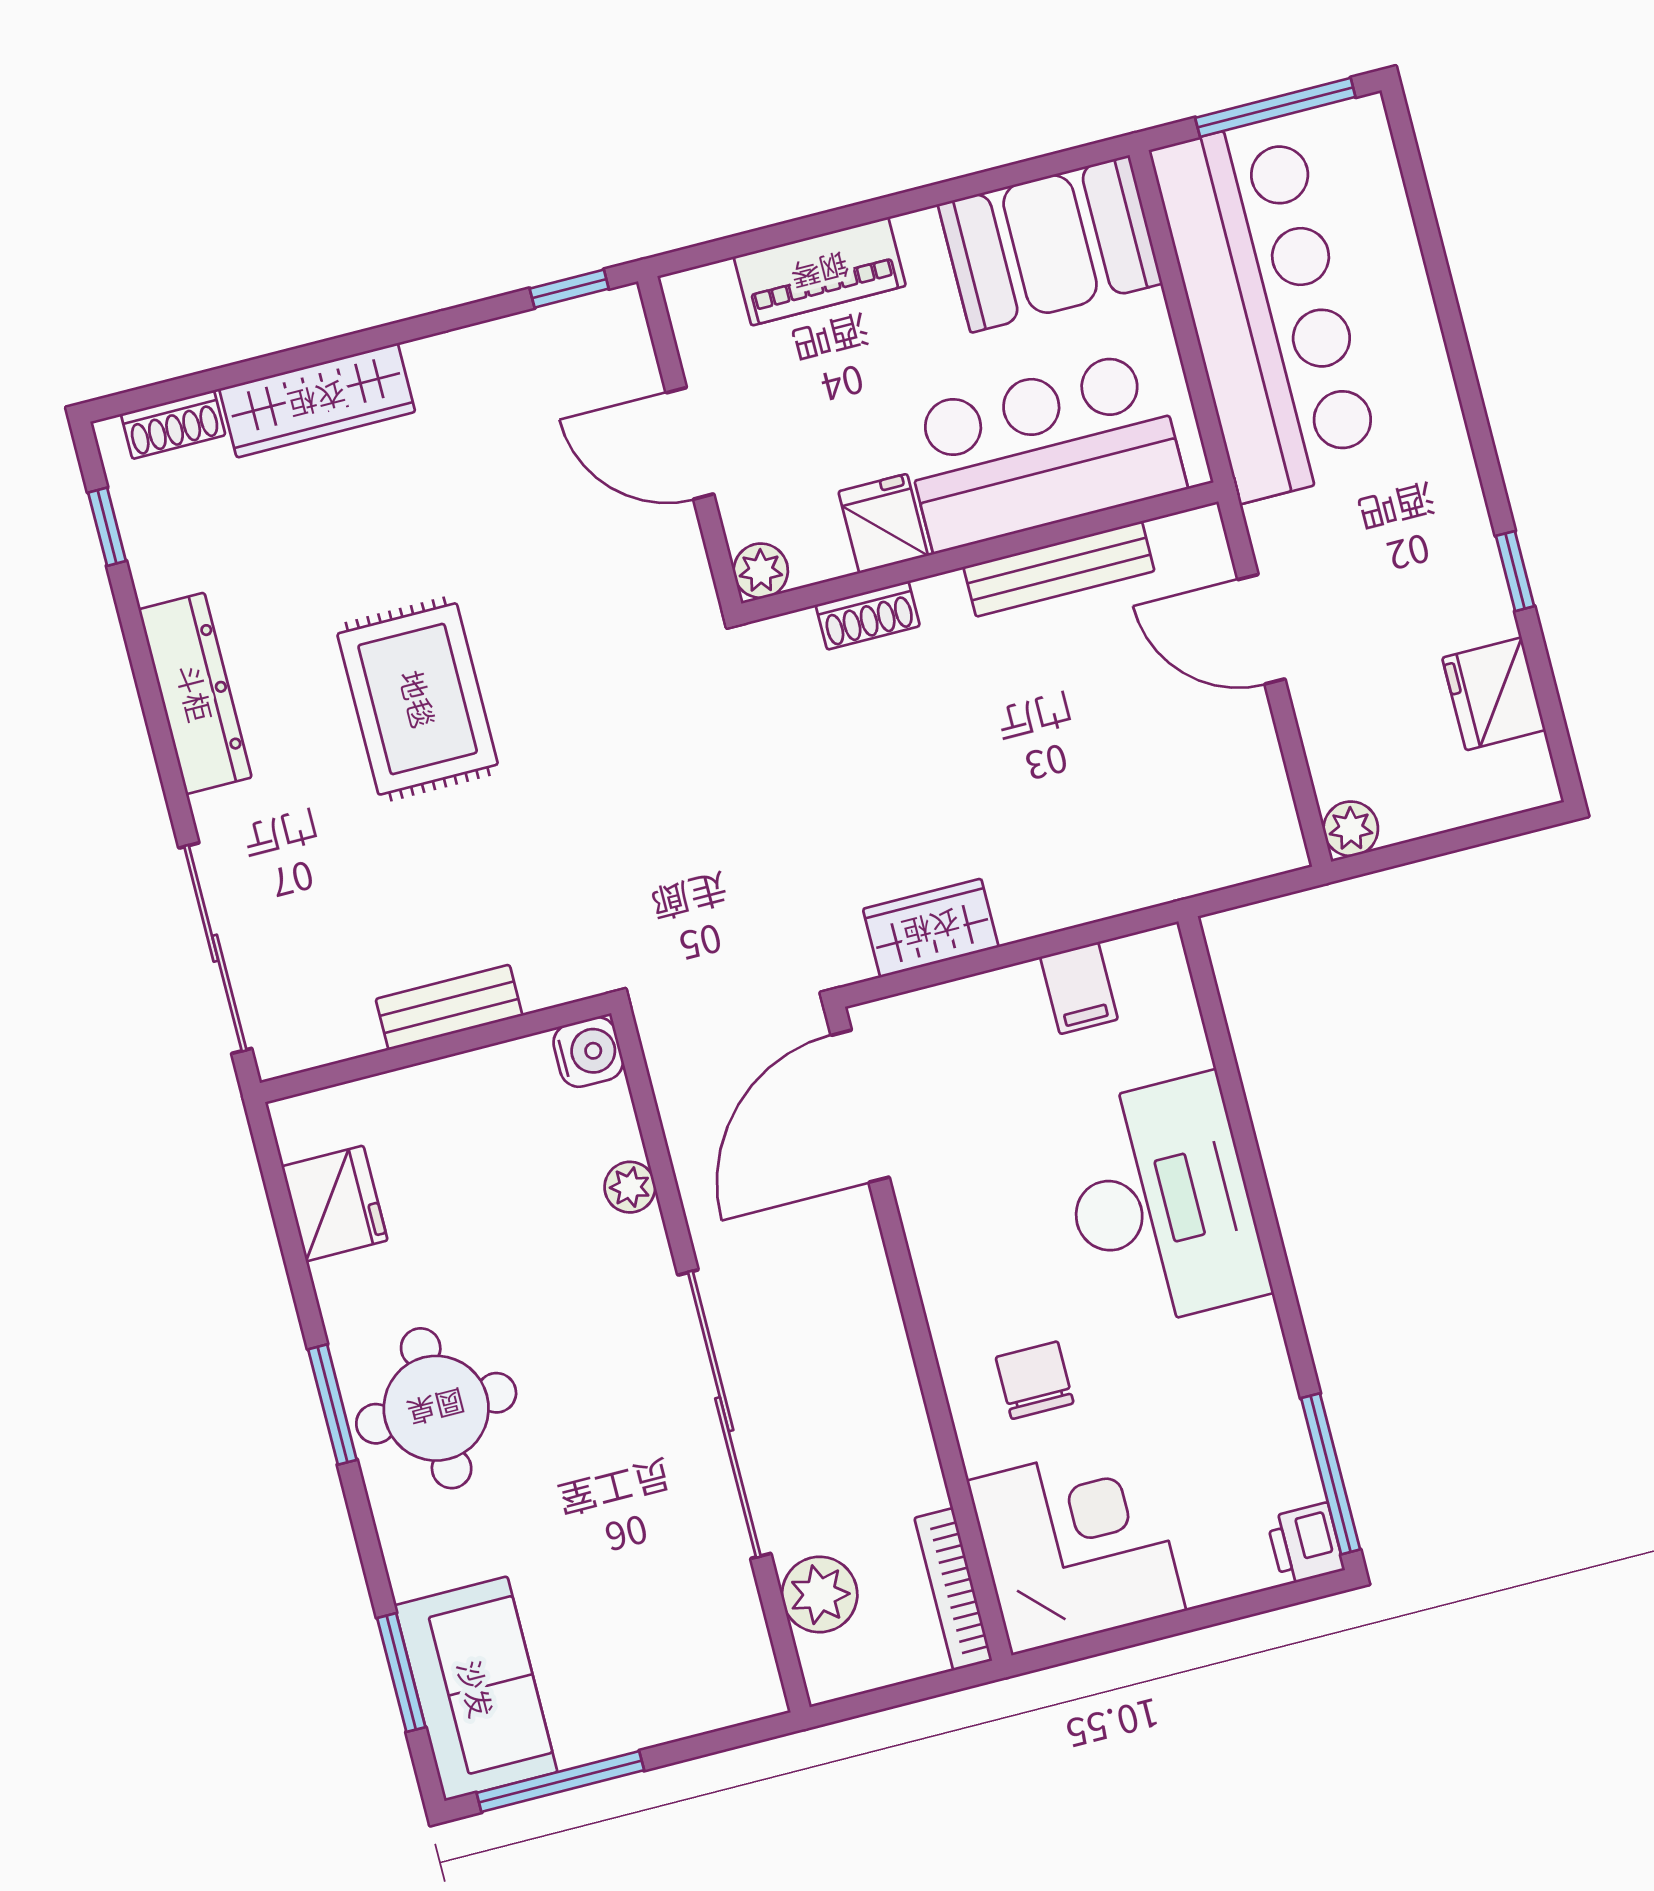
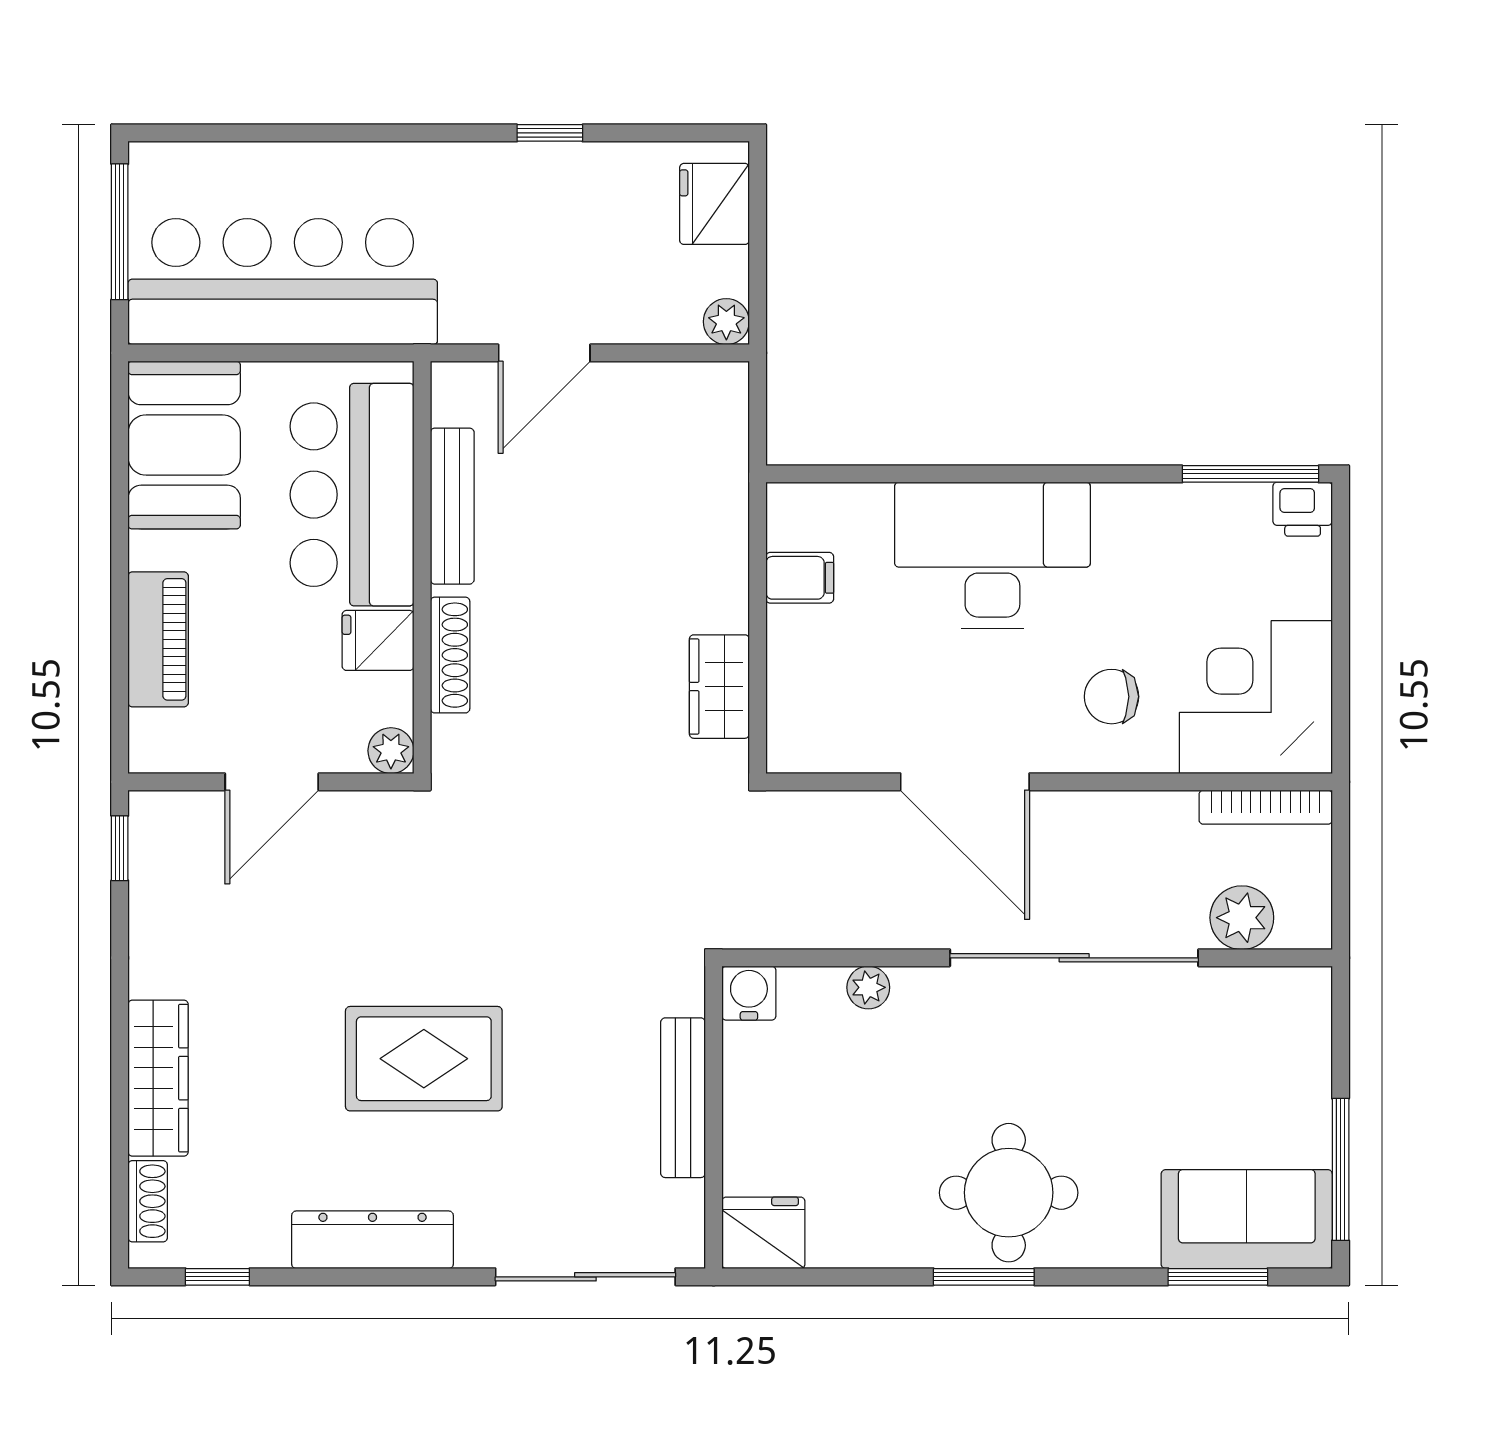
shoe rack: (868, 615) -> (450, 655), width x1.43
fridge: (1494, 694) -> (714, 204), moved, turned 90
bench: (449, 1007) -> (683, 1098), width x1.36
door: (860, 1106) -> (965, 782), moved
fridge: (335, 1203) -> (763, 1233), moved

